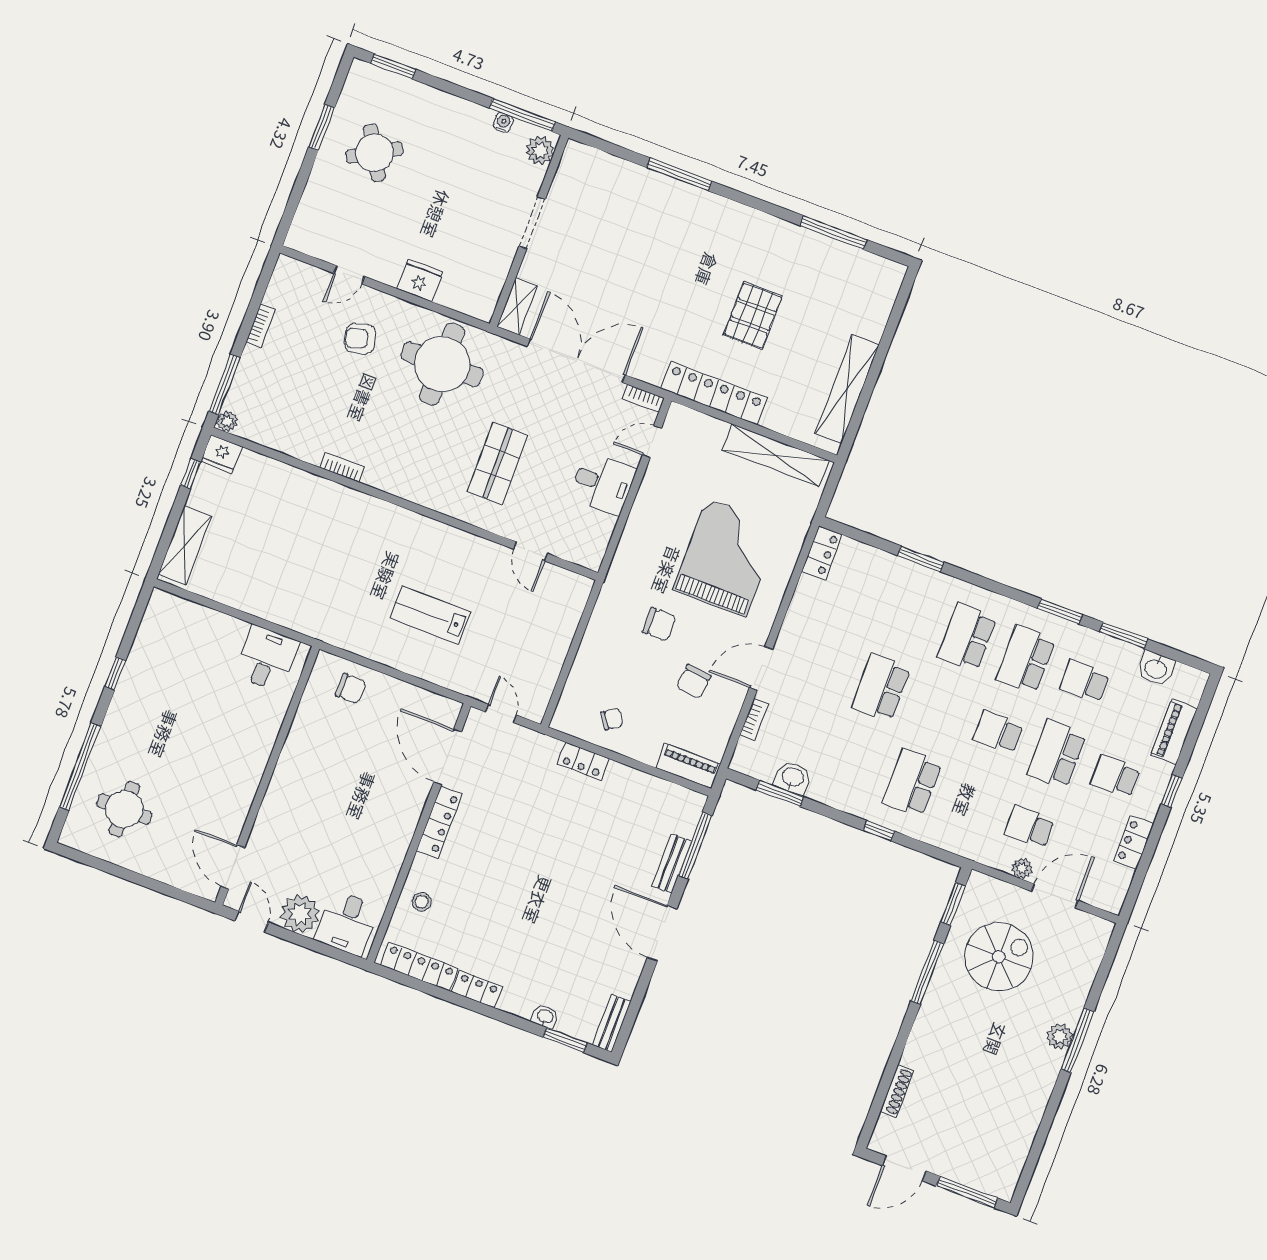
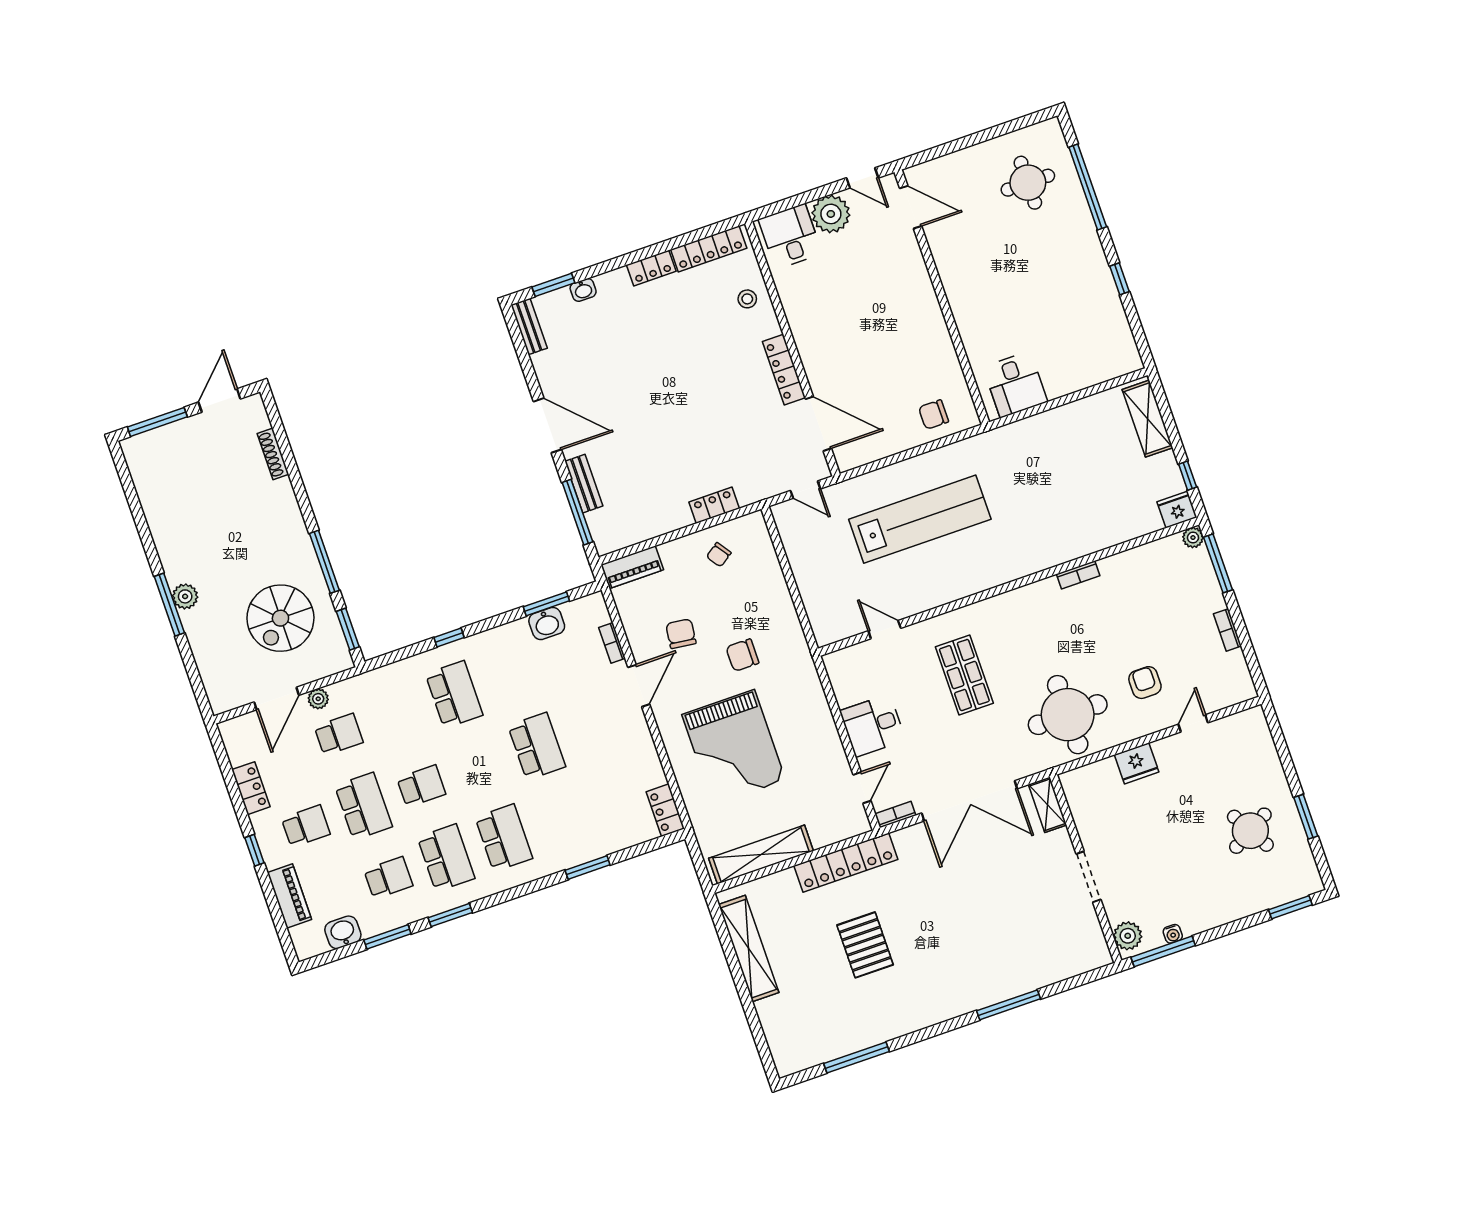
armchair: (360, 339) -> (1145, 683), turned -76
lab bench: (430, 615) -> (920, 519), width x1.86, depth x1.39

